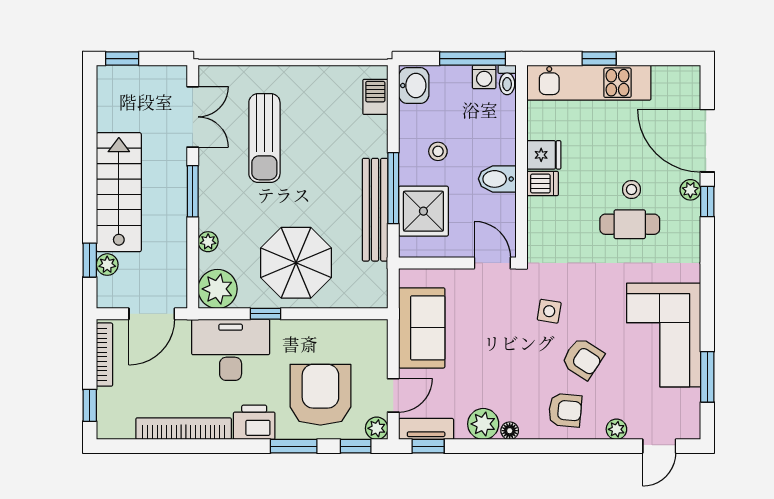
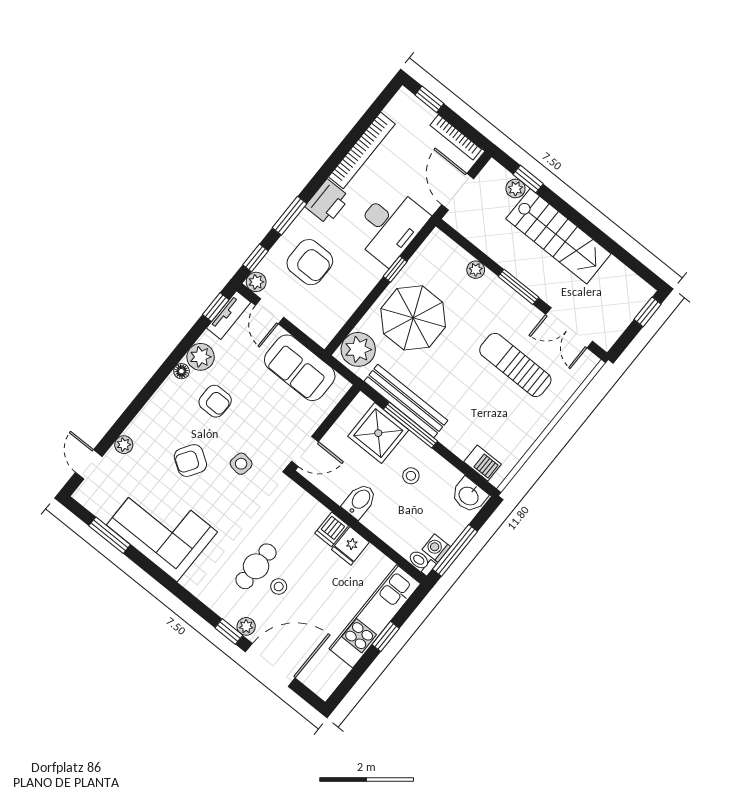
plant: (218, 289) -> (358, 349), moved
armchair: (320, 395) -> (310, 262), width x0.73, depth x0.73
armchair: (565, 410) -> (215, 401), moved, turned -95

